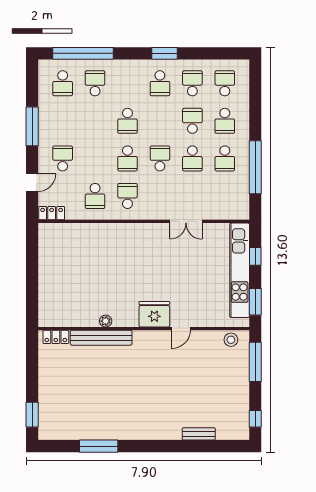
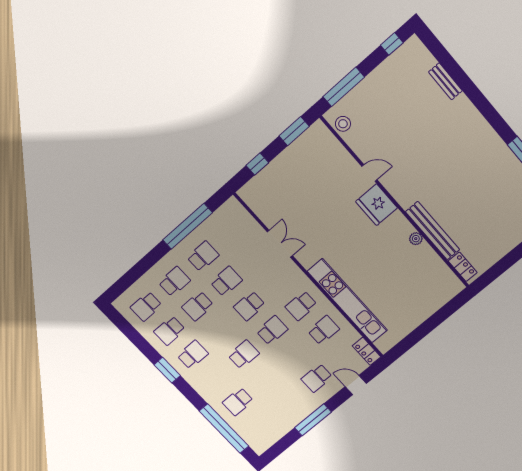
school desk: (63, 83) -> (260, 425), removed
kitchen unit: (240, 270) -> (348, 301), moved, turned -90

